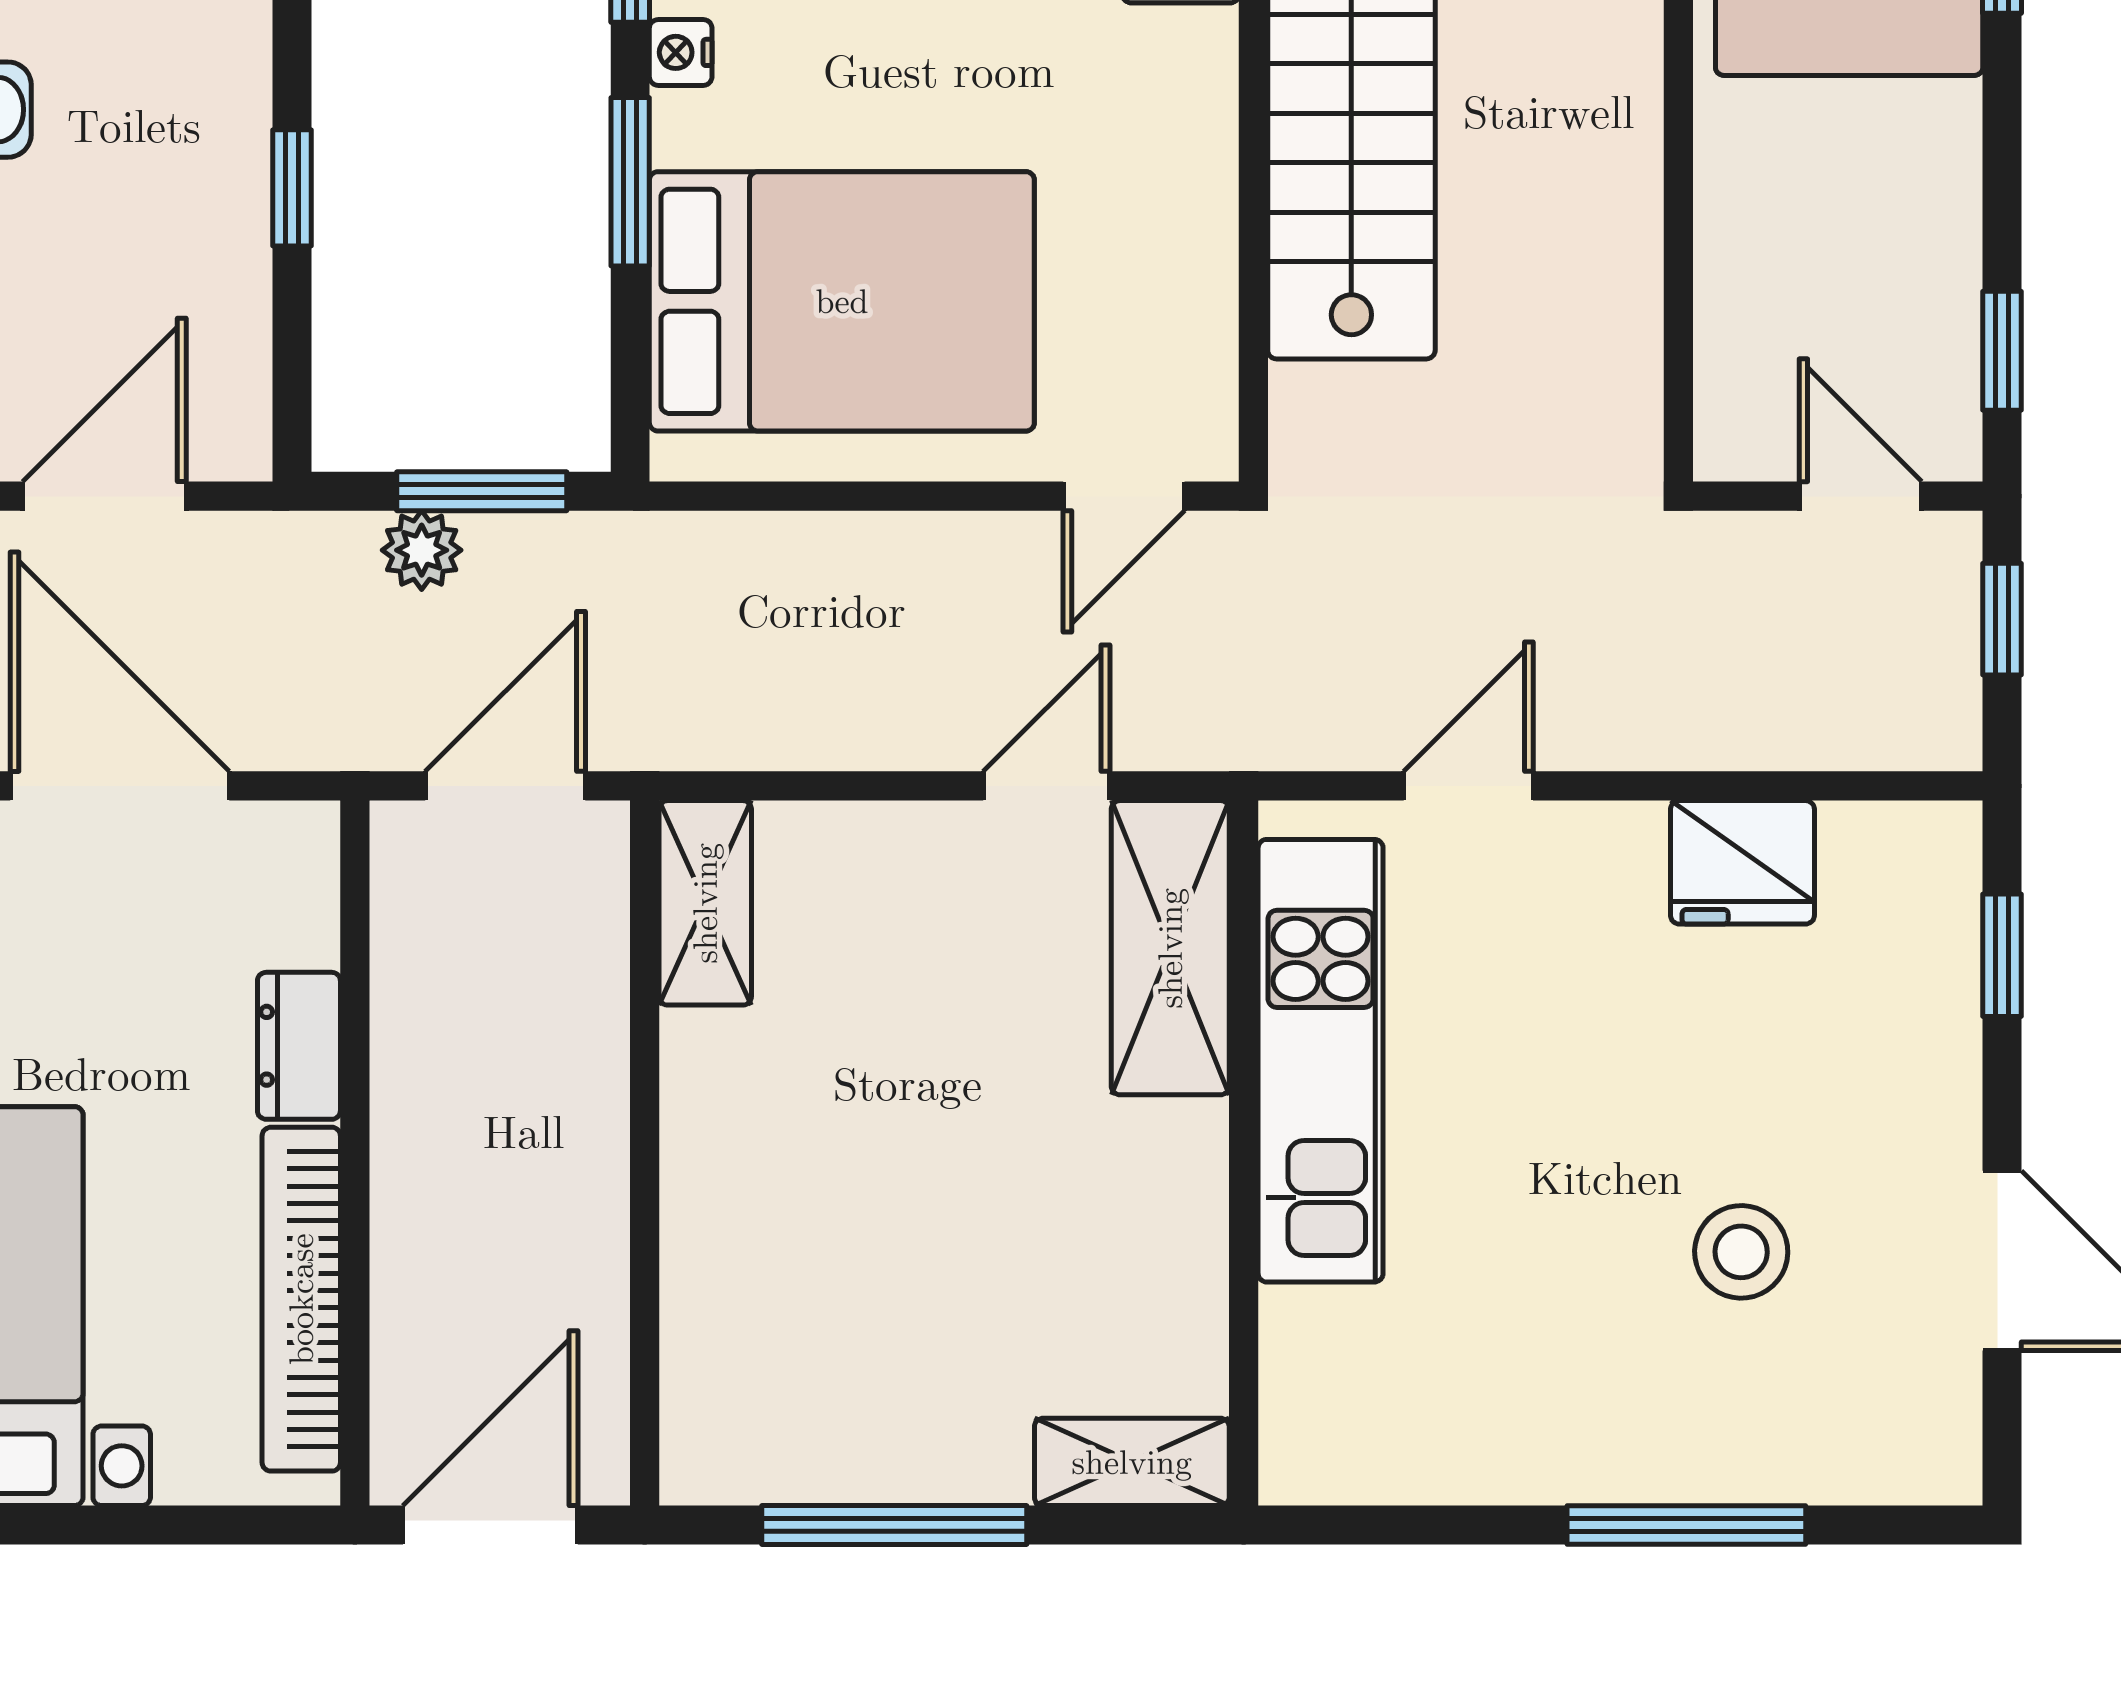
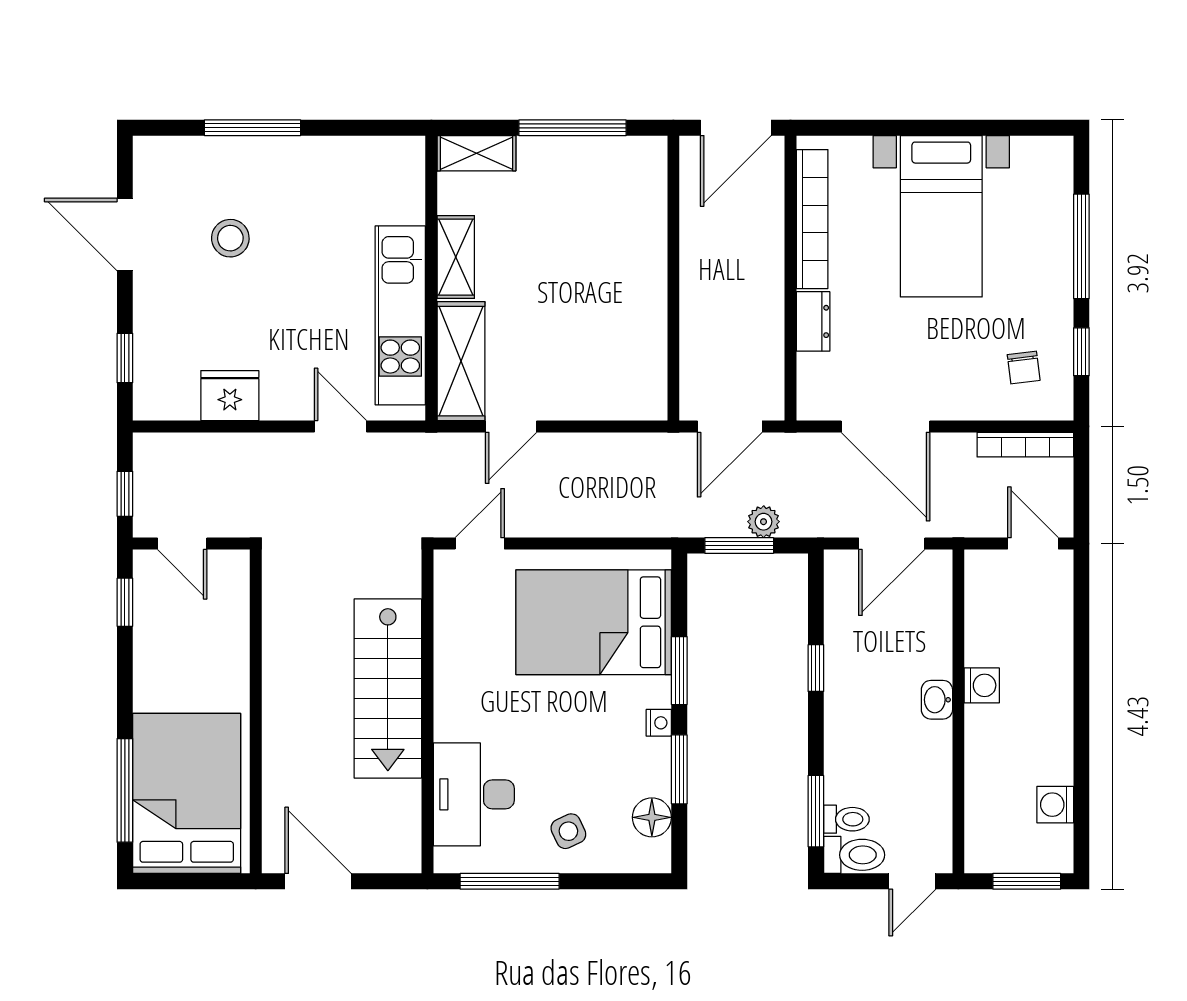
door: (1468, 786) -> (341, 426), swing flipped
shelving: (705, 903) -> (456, 257), moved

